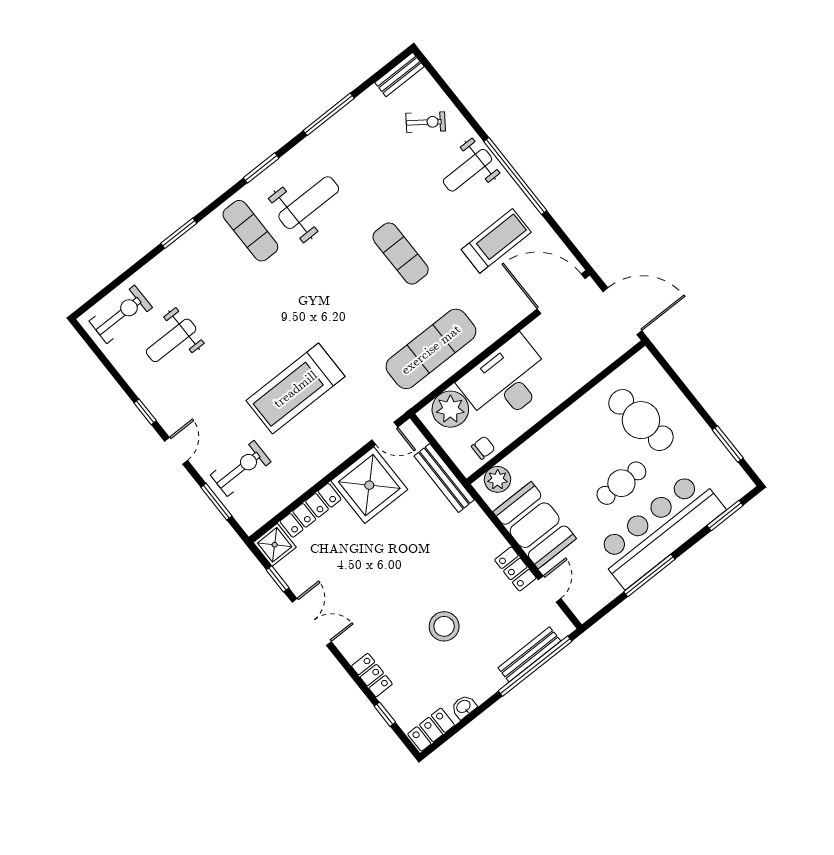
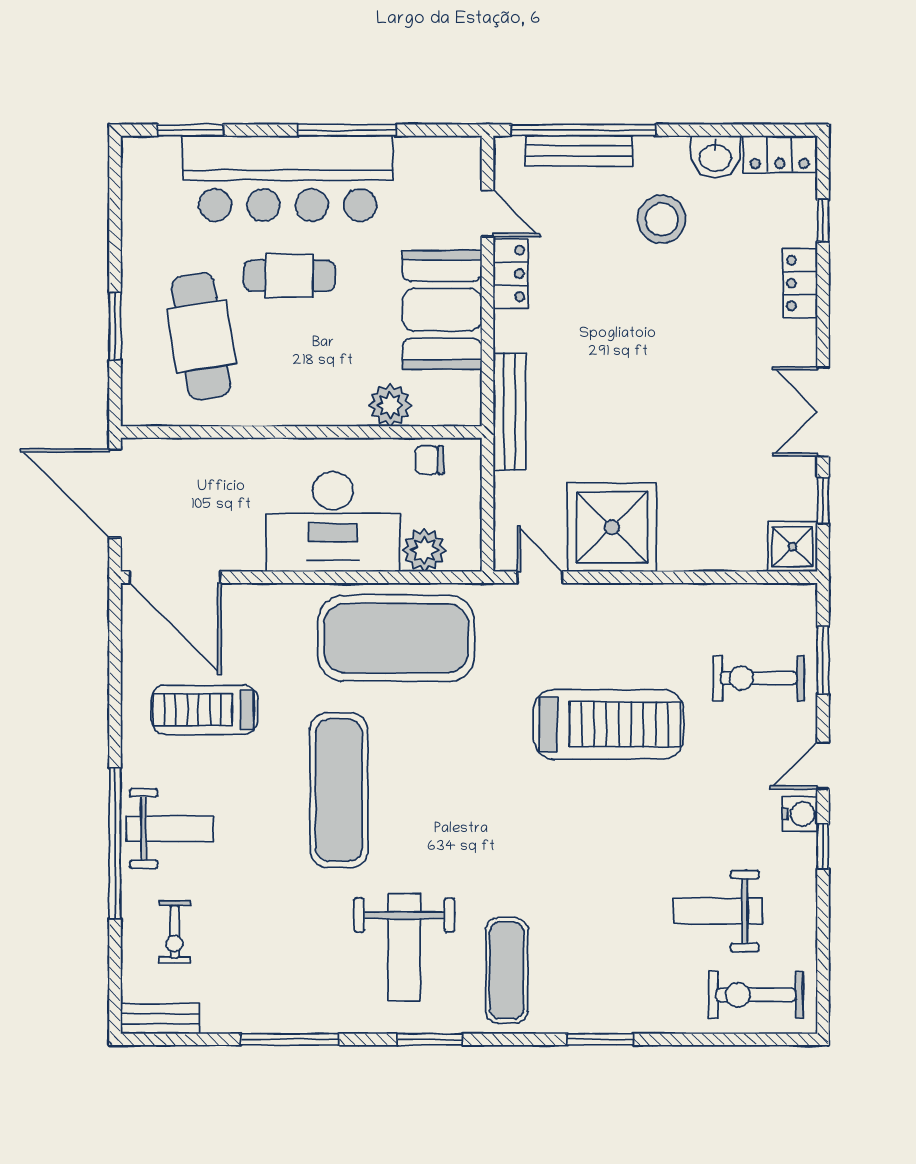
exercise bike: (426, 122) -> (175, 932), turned -126
window: (515, 176) -> (115, 844), moved
weight bench: (309, 203) -> (404, 947), turned -90
exercise mat: (401, 253) -> (339, 790), width x1.36, depth x1.45
weight bench: (171, 340) -> (718, 911), turned 180
exercise mat: (431, 349) -> (396, 638), width x1.47
plant: (450, 409) -> (424, 550), width x0.73, depth x0.73
water cooler: (169, 419) -> (800, 814), added
window: (728, 444) -> (115, 326), moved
bench: (444, 478) -> (510, 411), moved
plant: (498, 479) -> (390, 405), moved
locker: (311, 510) -> (712, 554), removed
door: (550, 589) -> (488, 213), swing flipped
stool: (444, 626) -> (662, 219), moved
washbasin: (464, 707) -> (715, 157), width x1.38, depth x1.45

